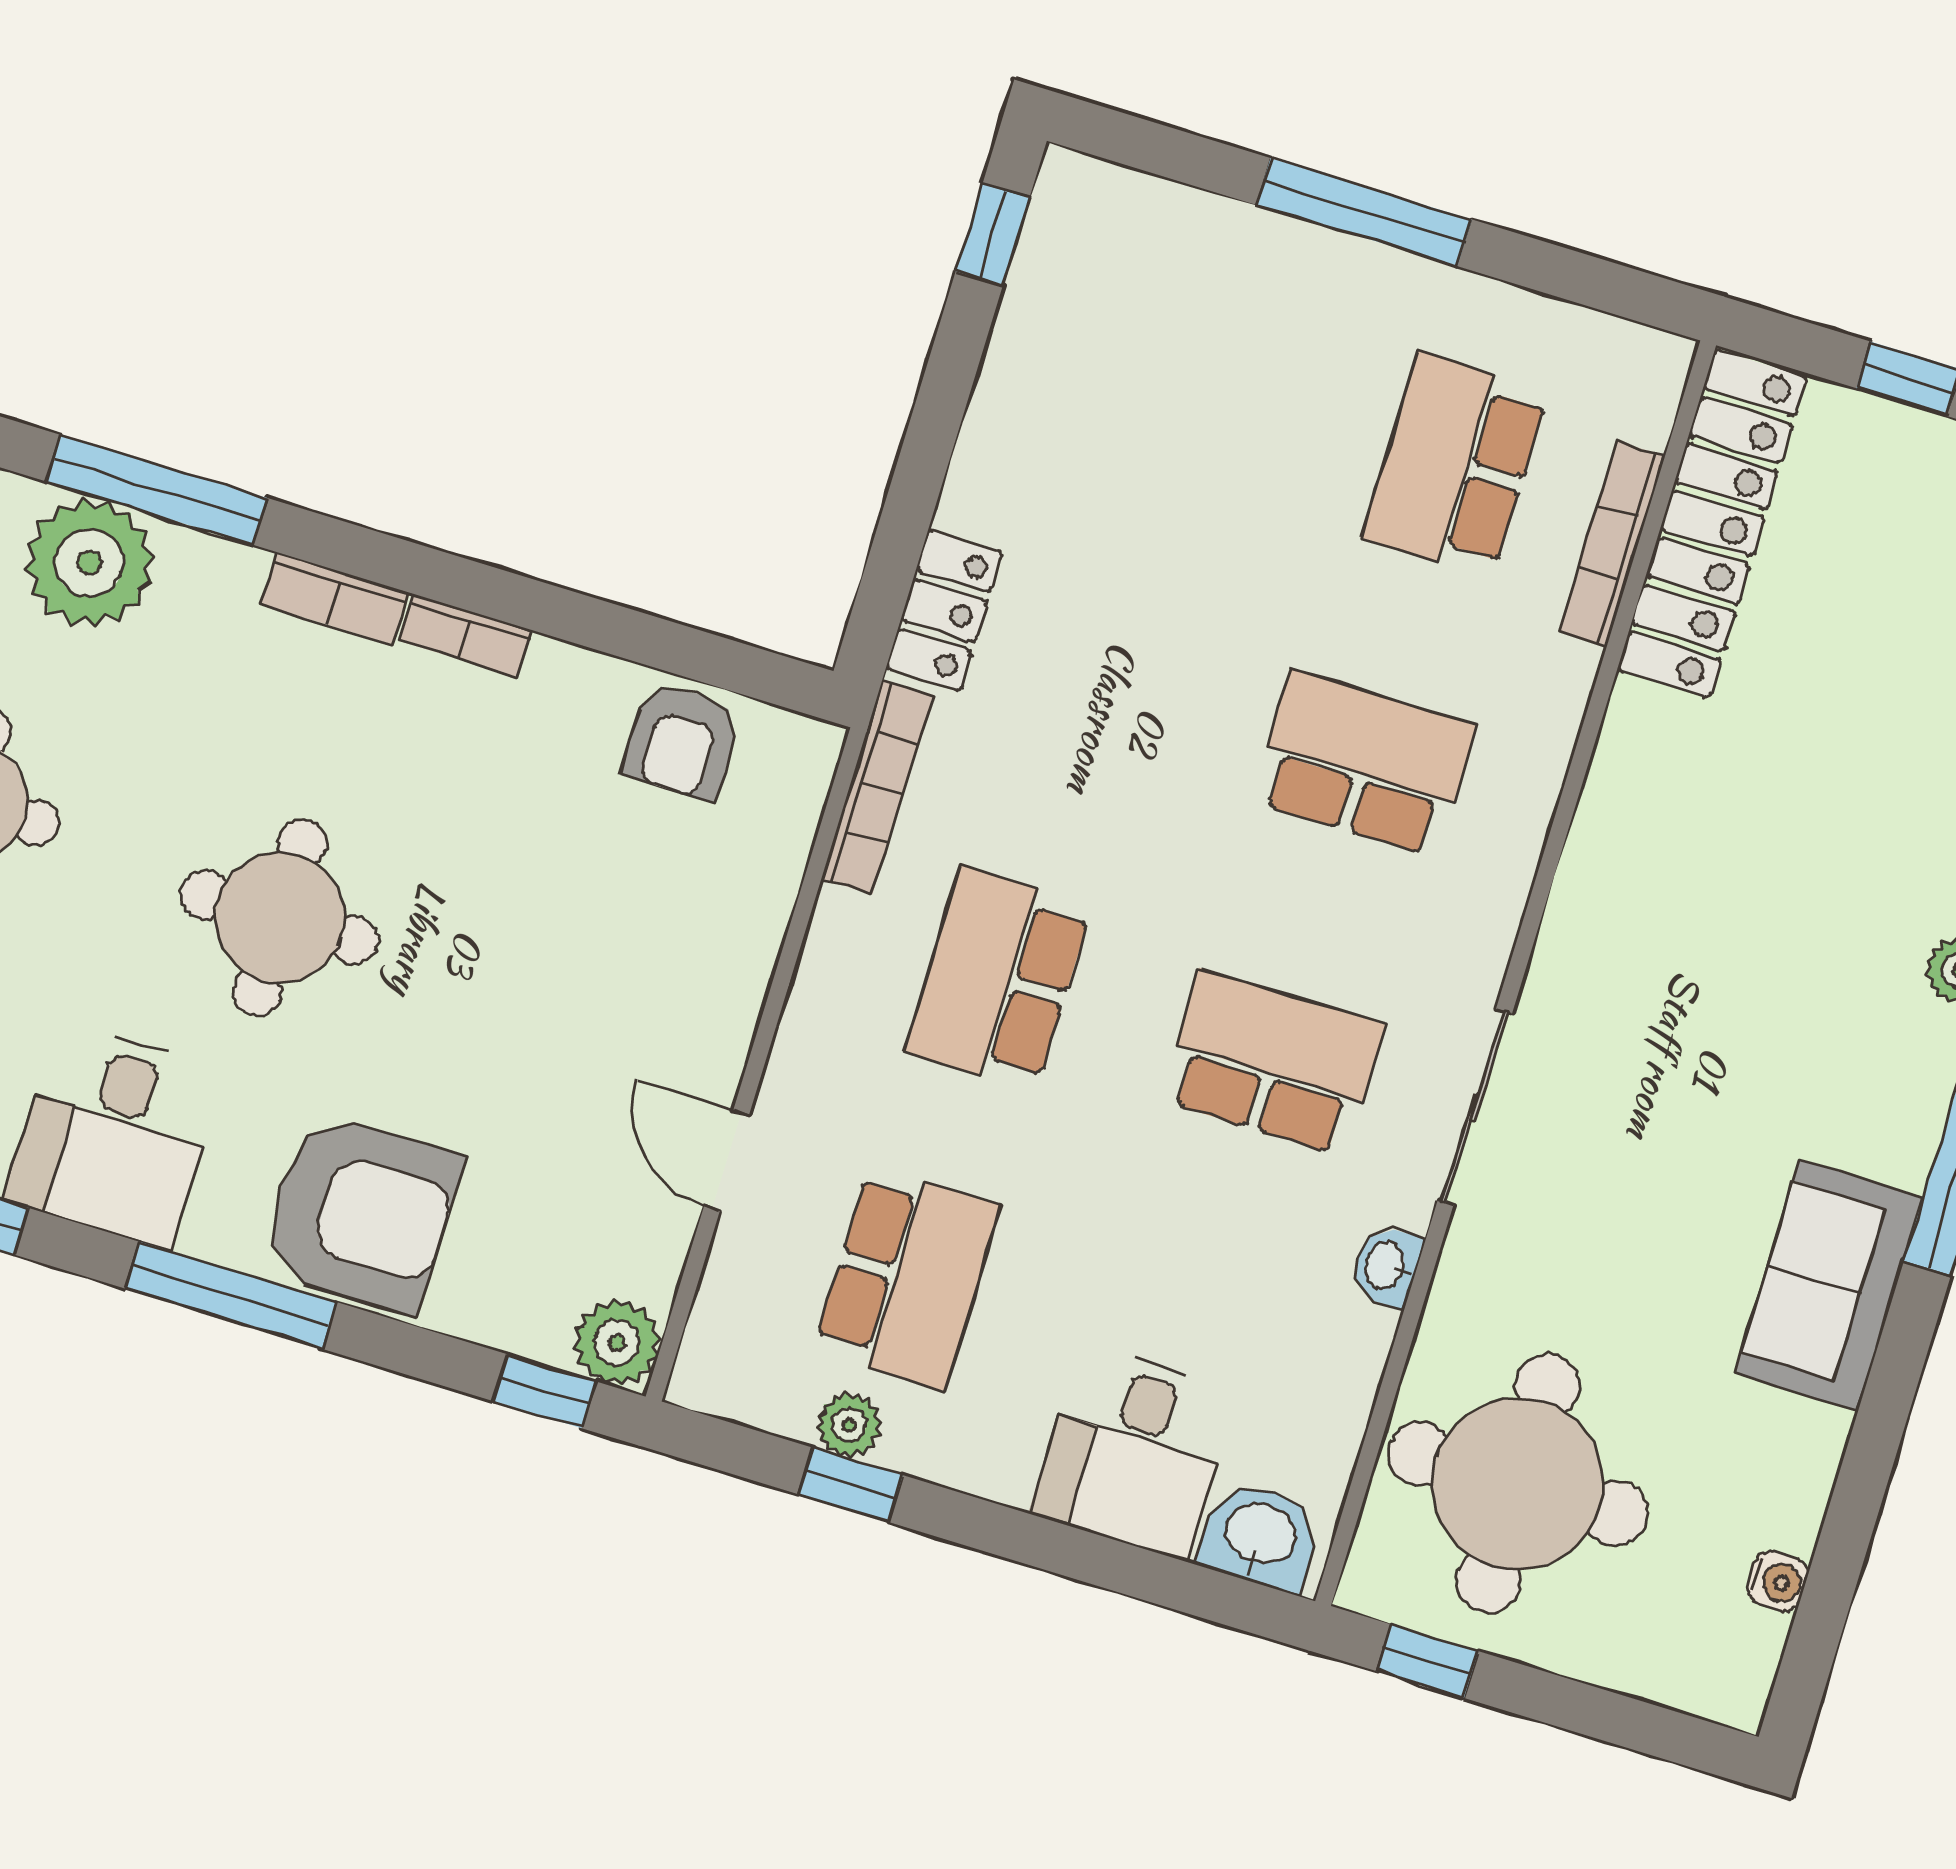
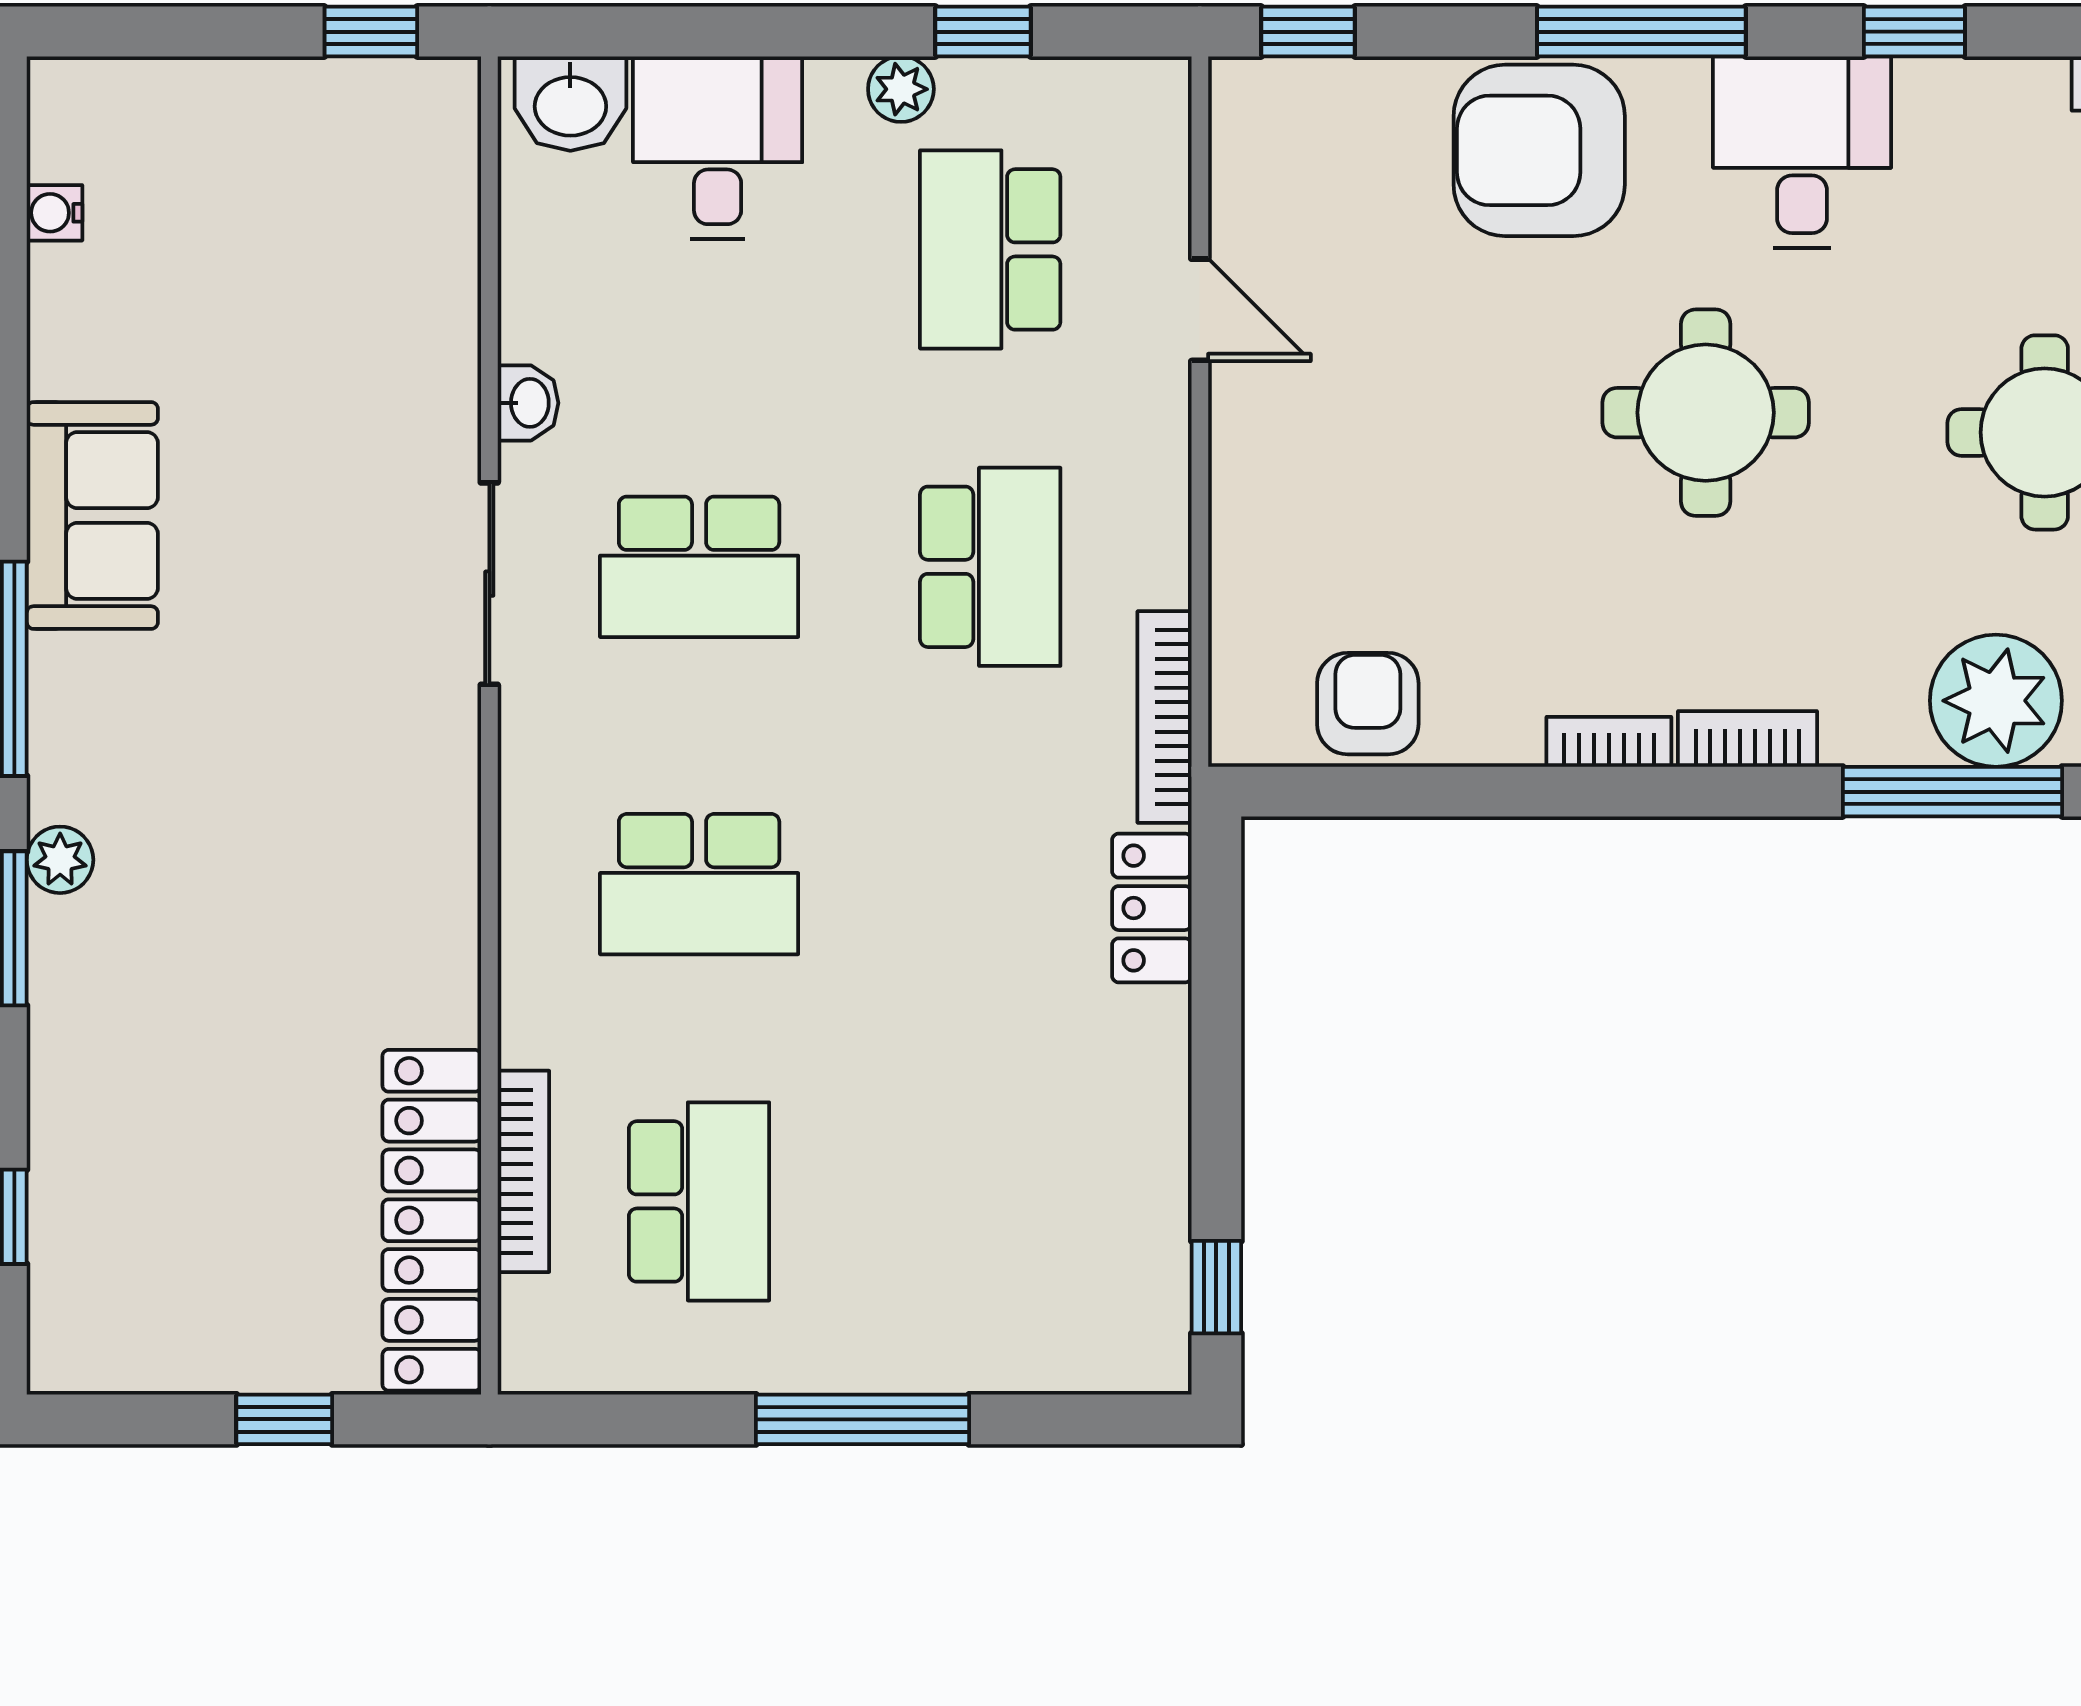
plant: (617, 1343) -> (1252, 100), removed
plant: (849, 1425) -> (901, 89), moved
round table: (1518, 1484) -> (336, 231), removed

